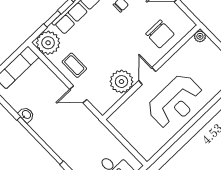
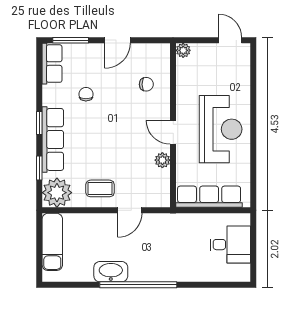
chair: (160, 34) -> (146, 84), width x0.54, depth x0.54
plant: (121, 82) -> (162, 160), width x0.53, depth x0.53
washbasin: (26, 115) -> (111, 272), width x1.91, depth x1.45
row of seats: (130, 132) -> (209, 197), added

